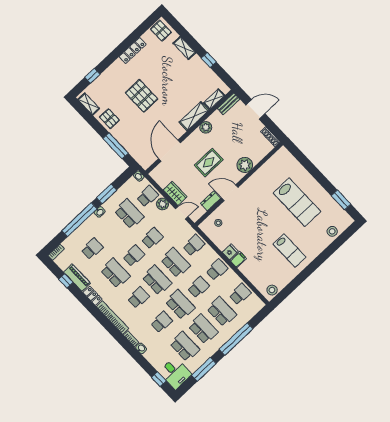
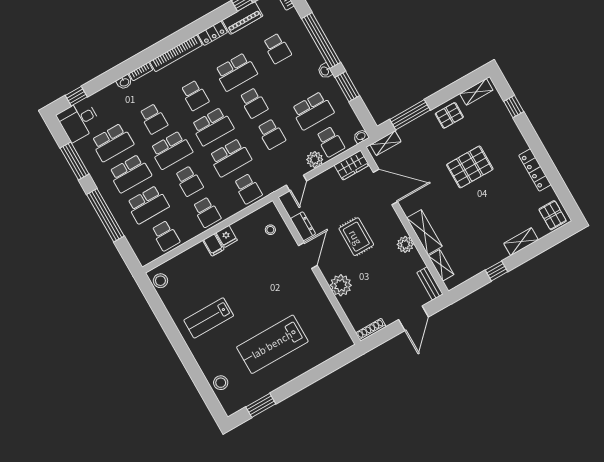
pallet: (161, 31) -> (553, 215), turned 90
shelving: (139, 158) -> (386, 143), added
wardrobe: (175, 193) -> (352, 165), moved

